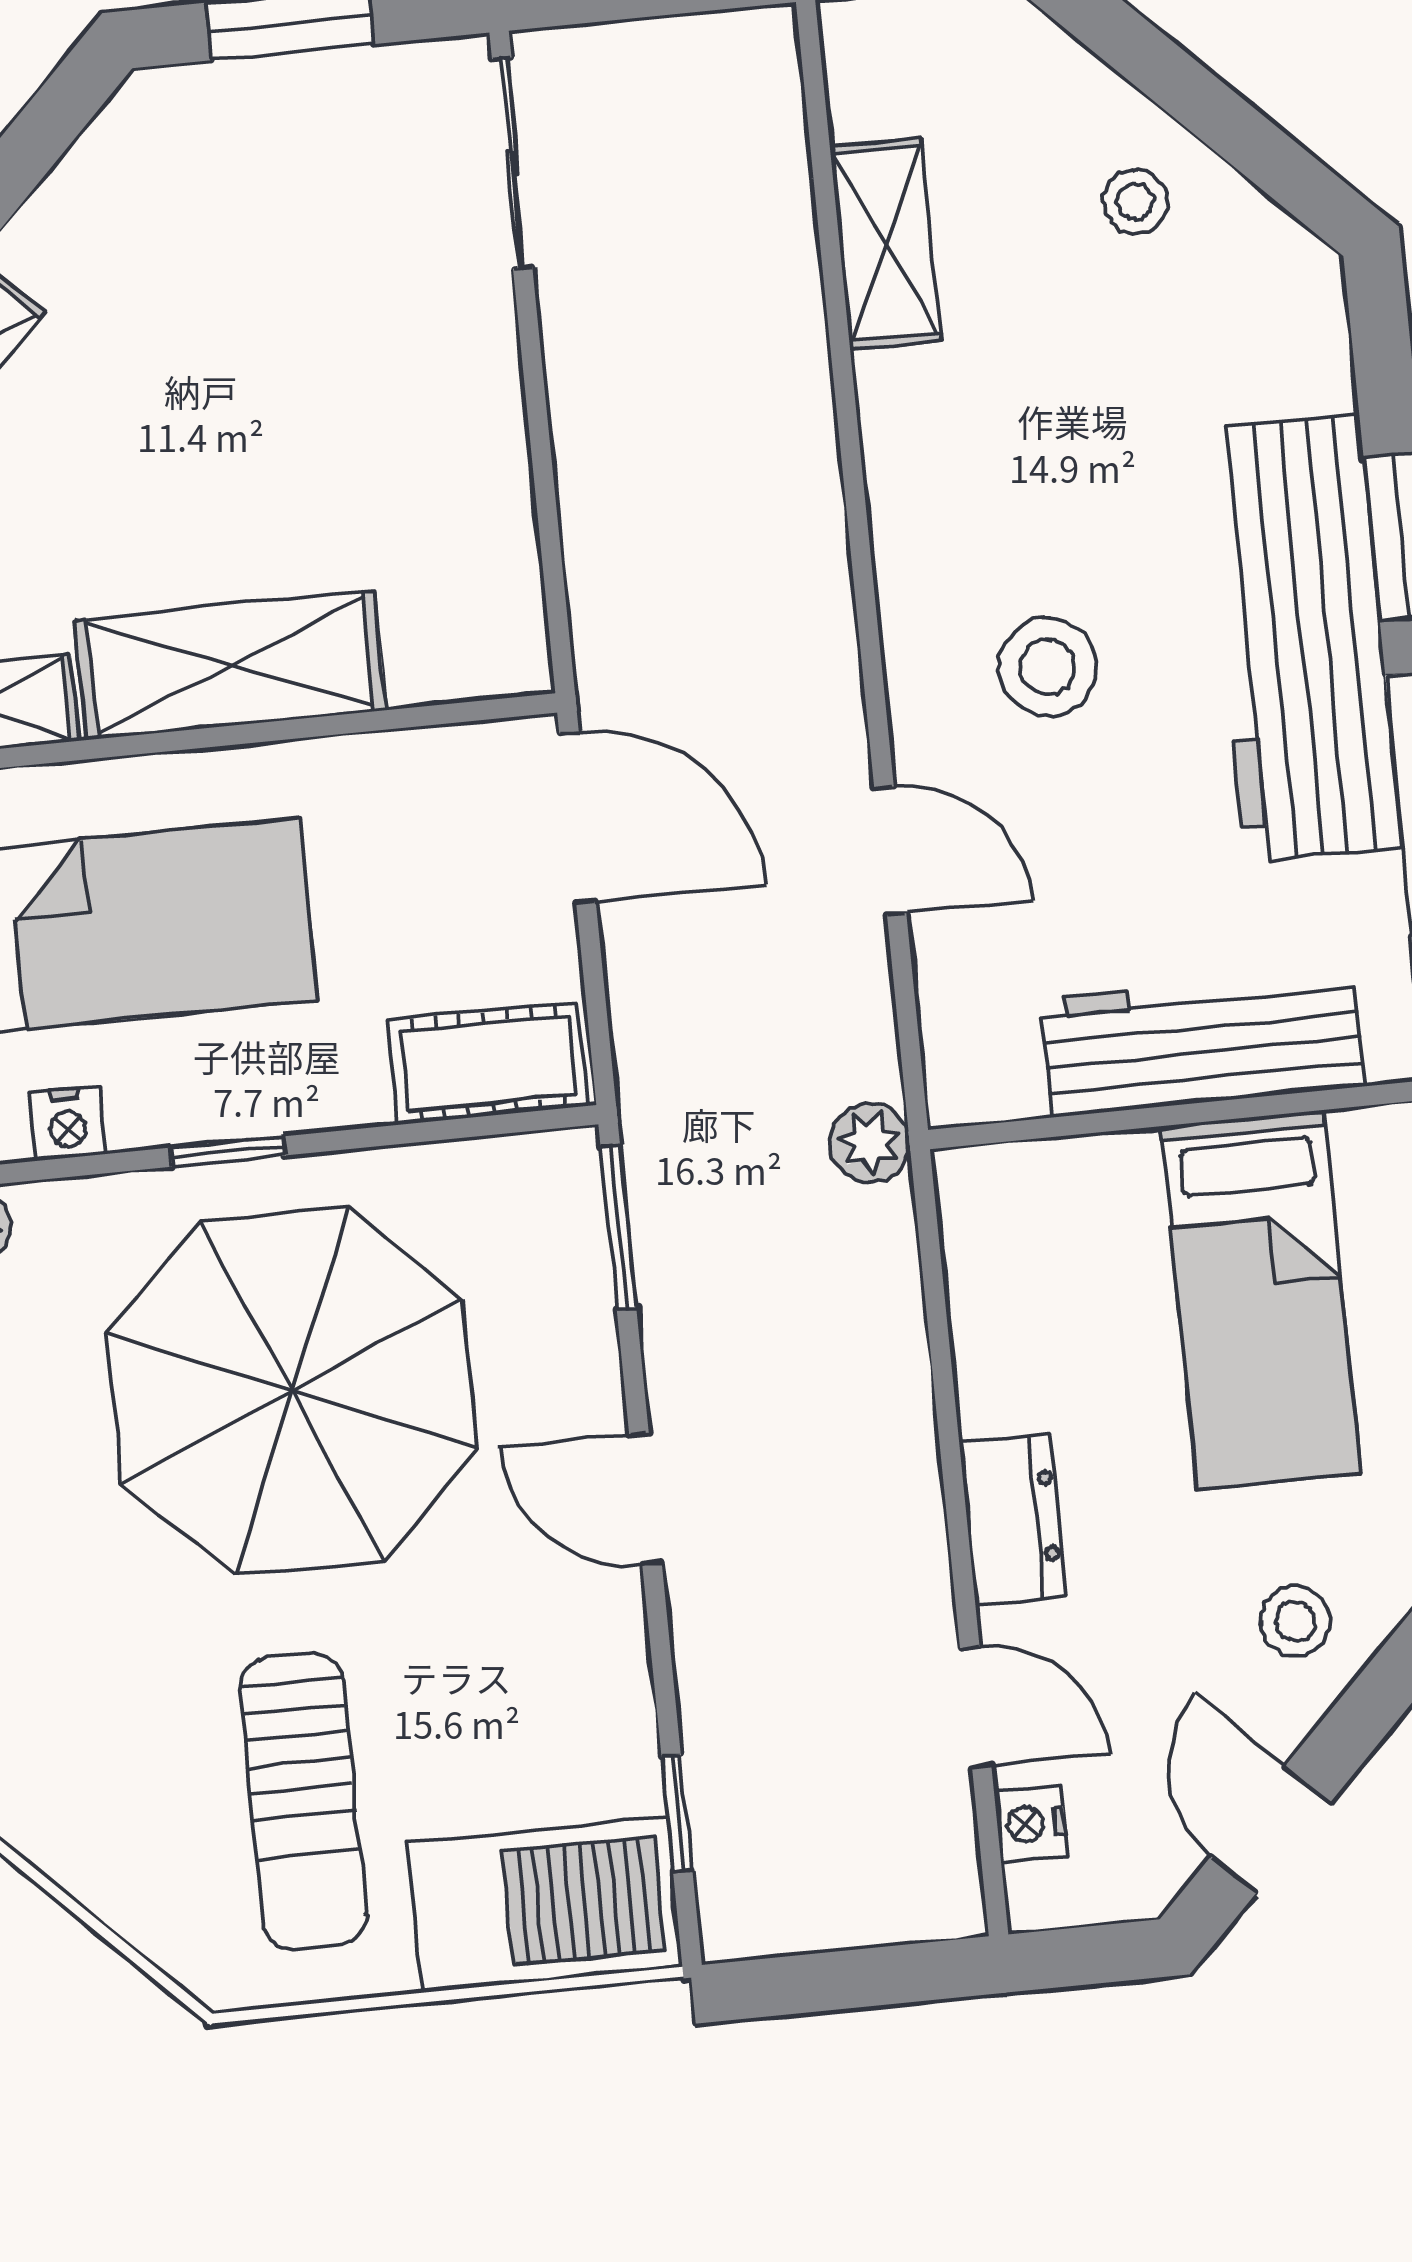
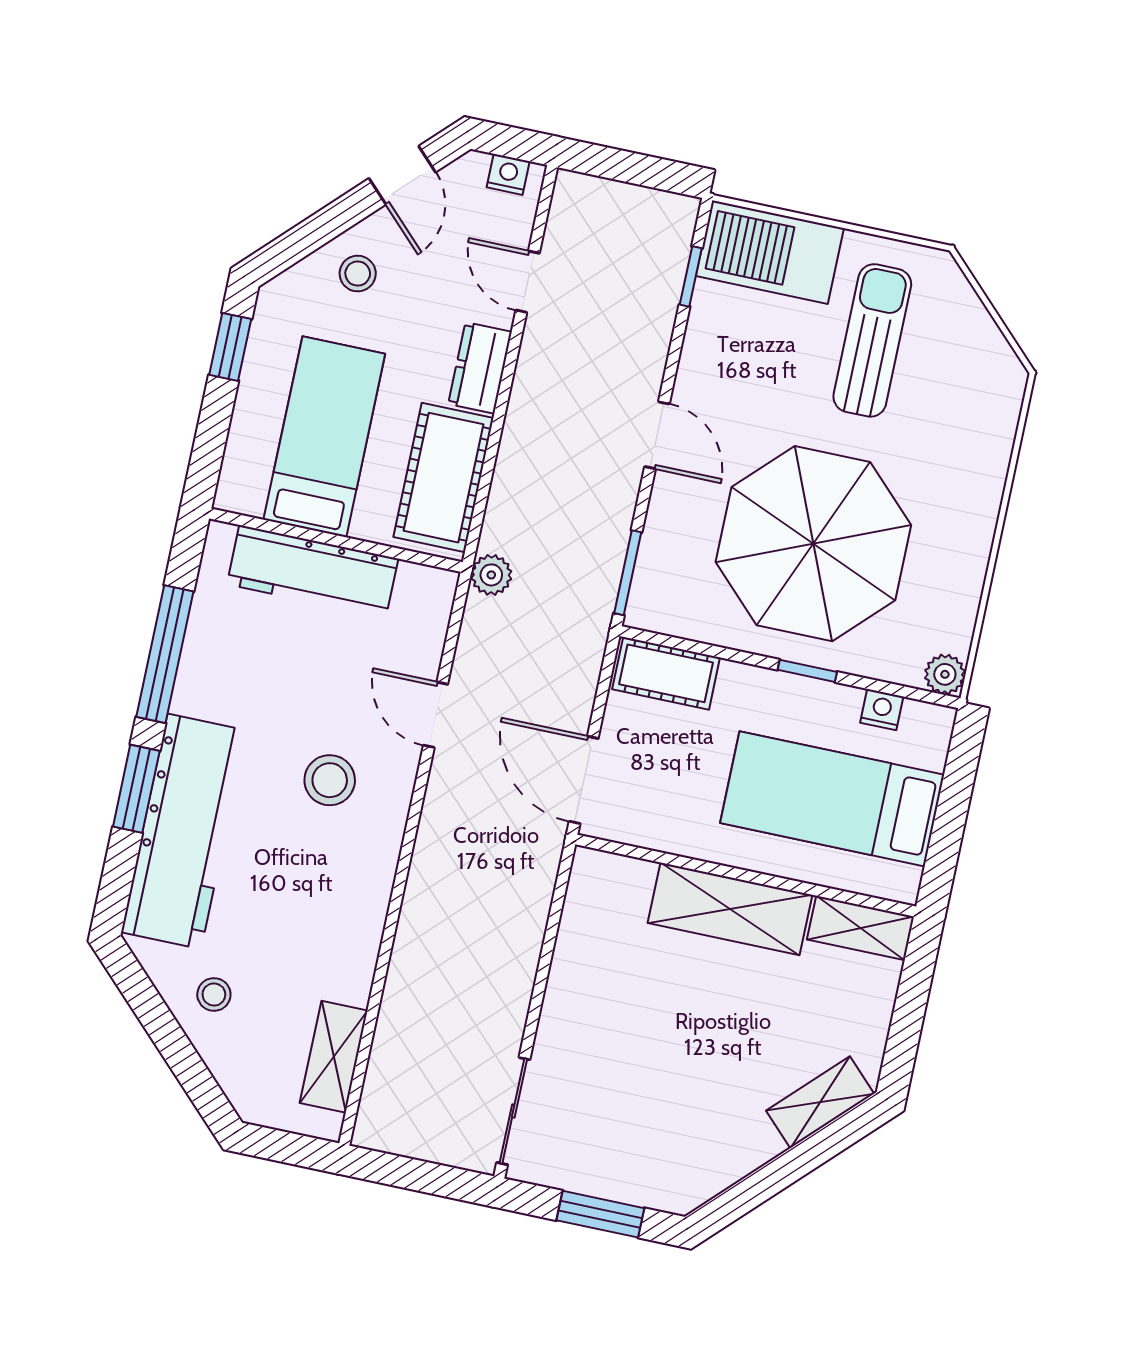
shelving: (885, 244) -> (334, 1057), moved
workbench: (1302, 638) -> (184, 831), moved
cot: (1016, 1294) -> (443, 478), added
nightstand: (1031, 1824) -> (508, 174), moved, turned -90

